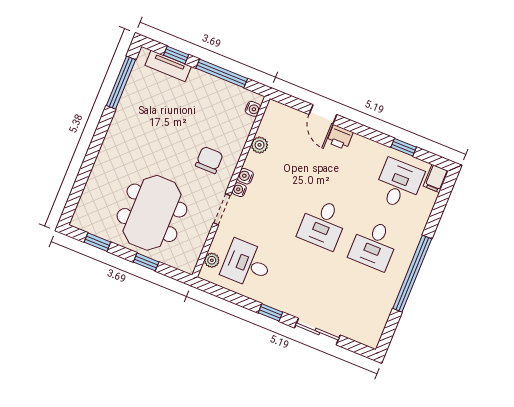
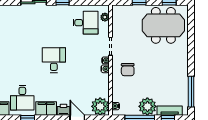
plant: (201, 87) -> (147, 106), added
plant: (260, 145) -> (100, 106), moved, width x1.88, depth x1.88
filing cabinet: (367, 151) -> (46, 108), added
meeting table: (152, 213) -> (163, 25), moved, turned 90
desk: (374, 245) -> (22, 60), removed

